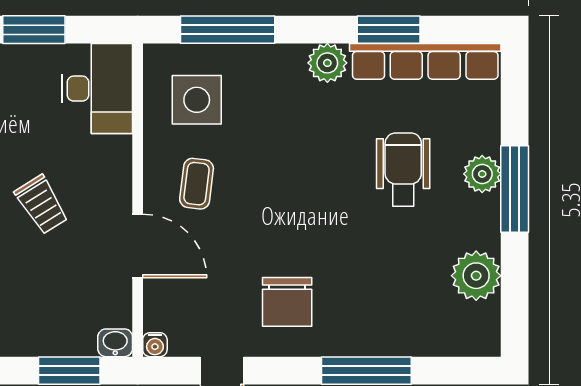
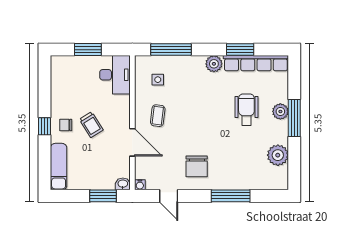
side table: (197, 100) -> (158, 80), width x0.54, depth x0.54

